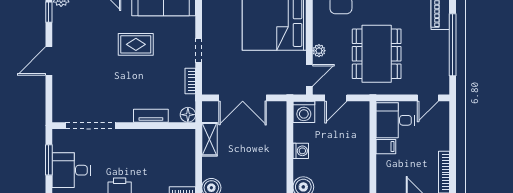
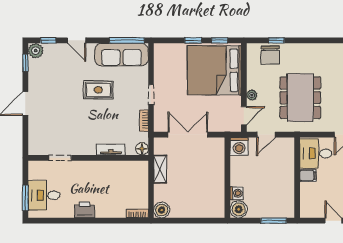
double door: (243, 98) -> (188, 135), swing flipped
doorway: (91, 126) -> (60, 158), width x0.53
washing machine: (301, 151) -> (237, 193), moved
window: (49, 160) -> (25, 198), moved

